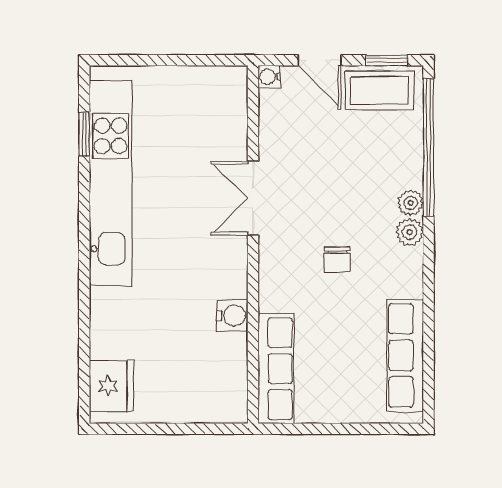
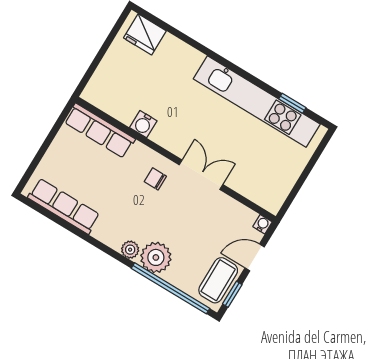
plant: (411, 203) -> (156, 257), width x1.88, depth x1.88
chair: (337, 259) -> (155, 179), moved

